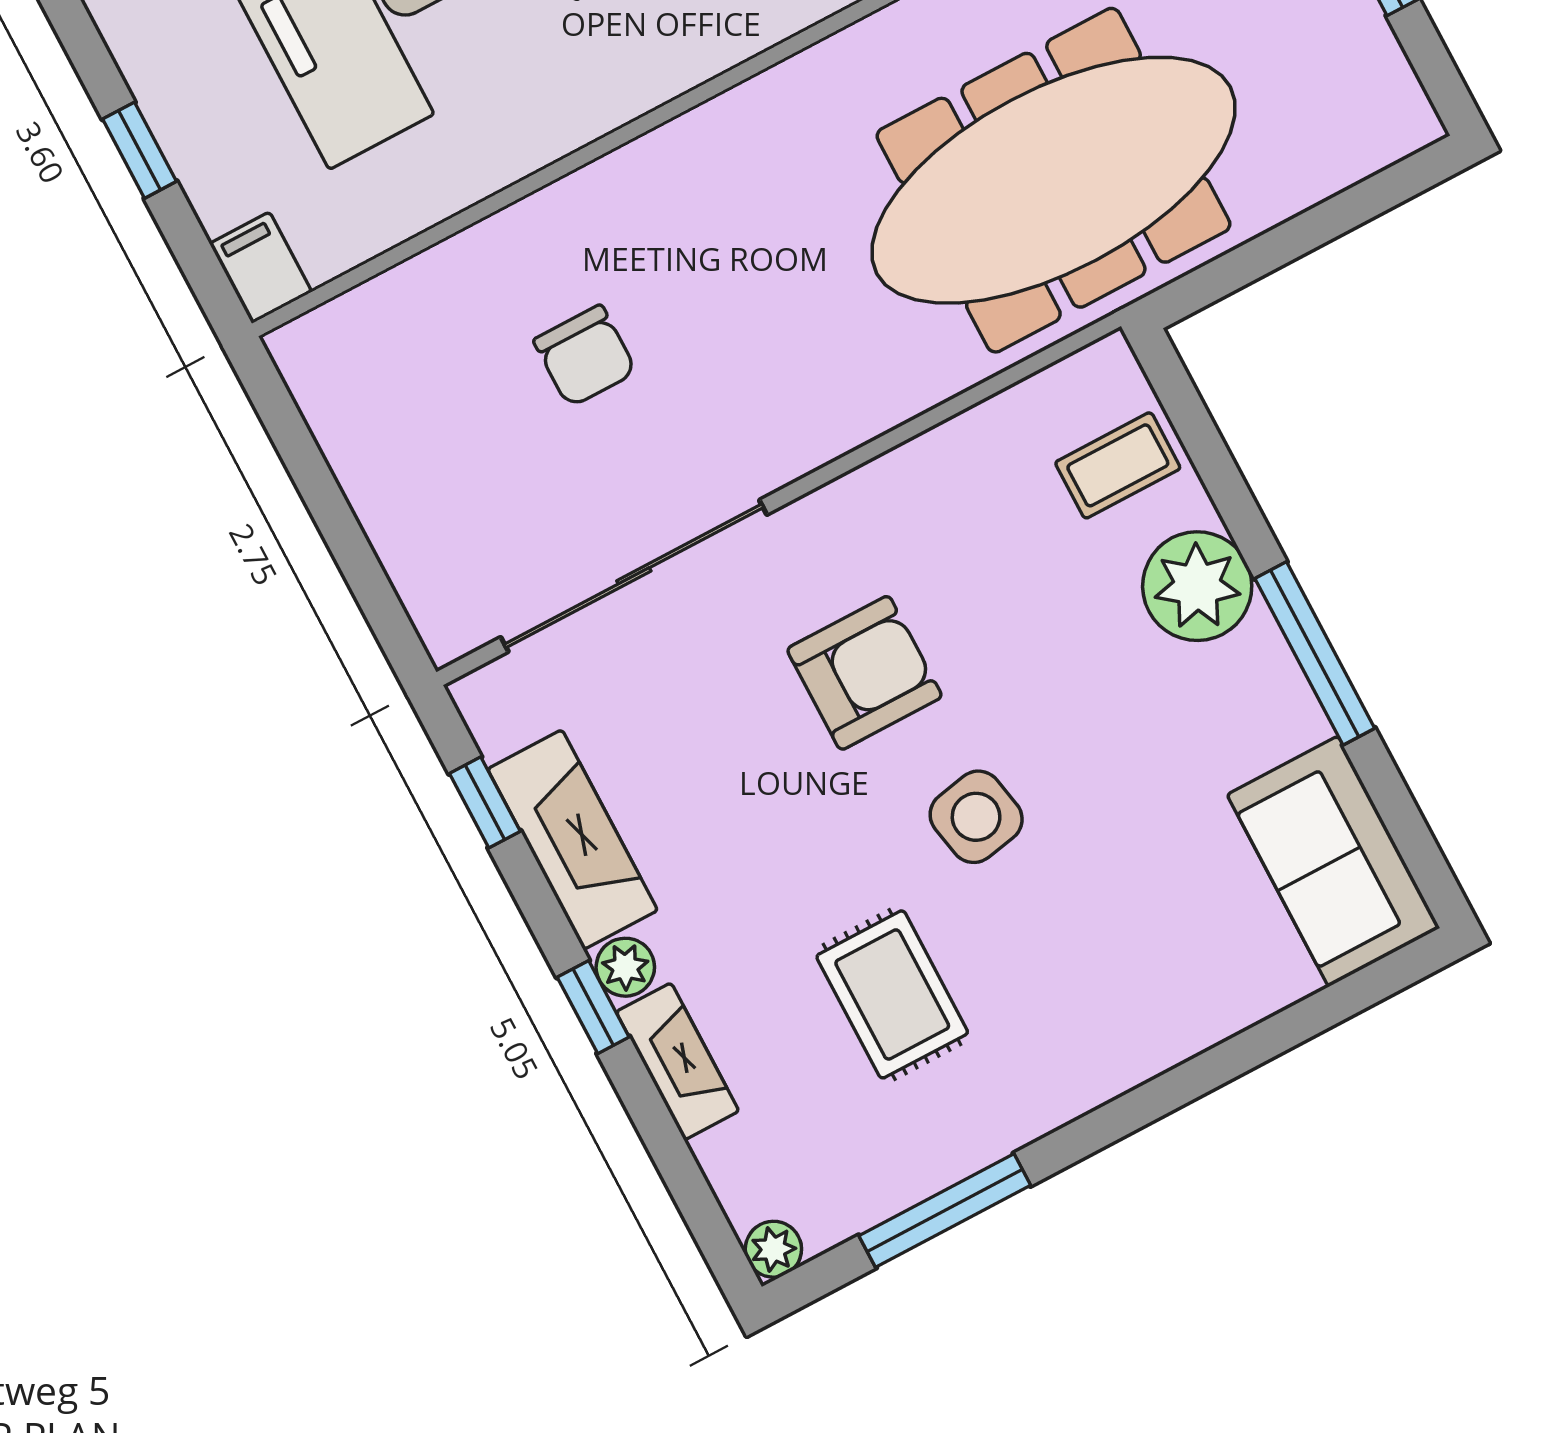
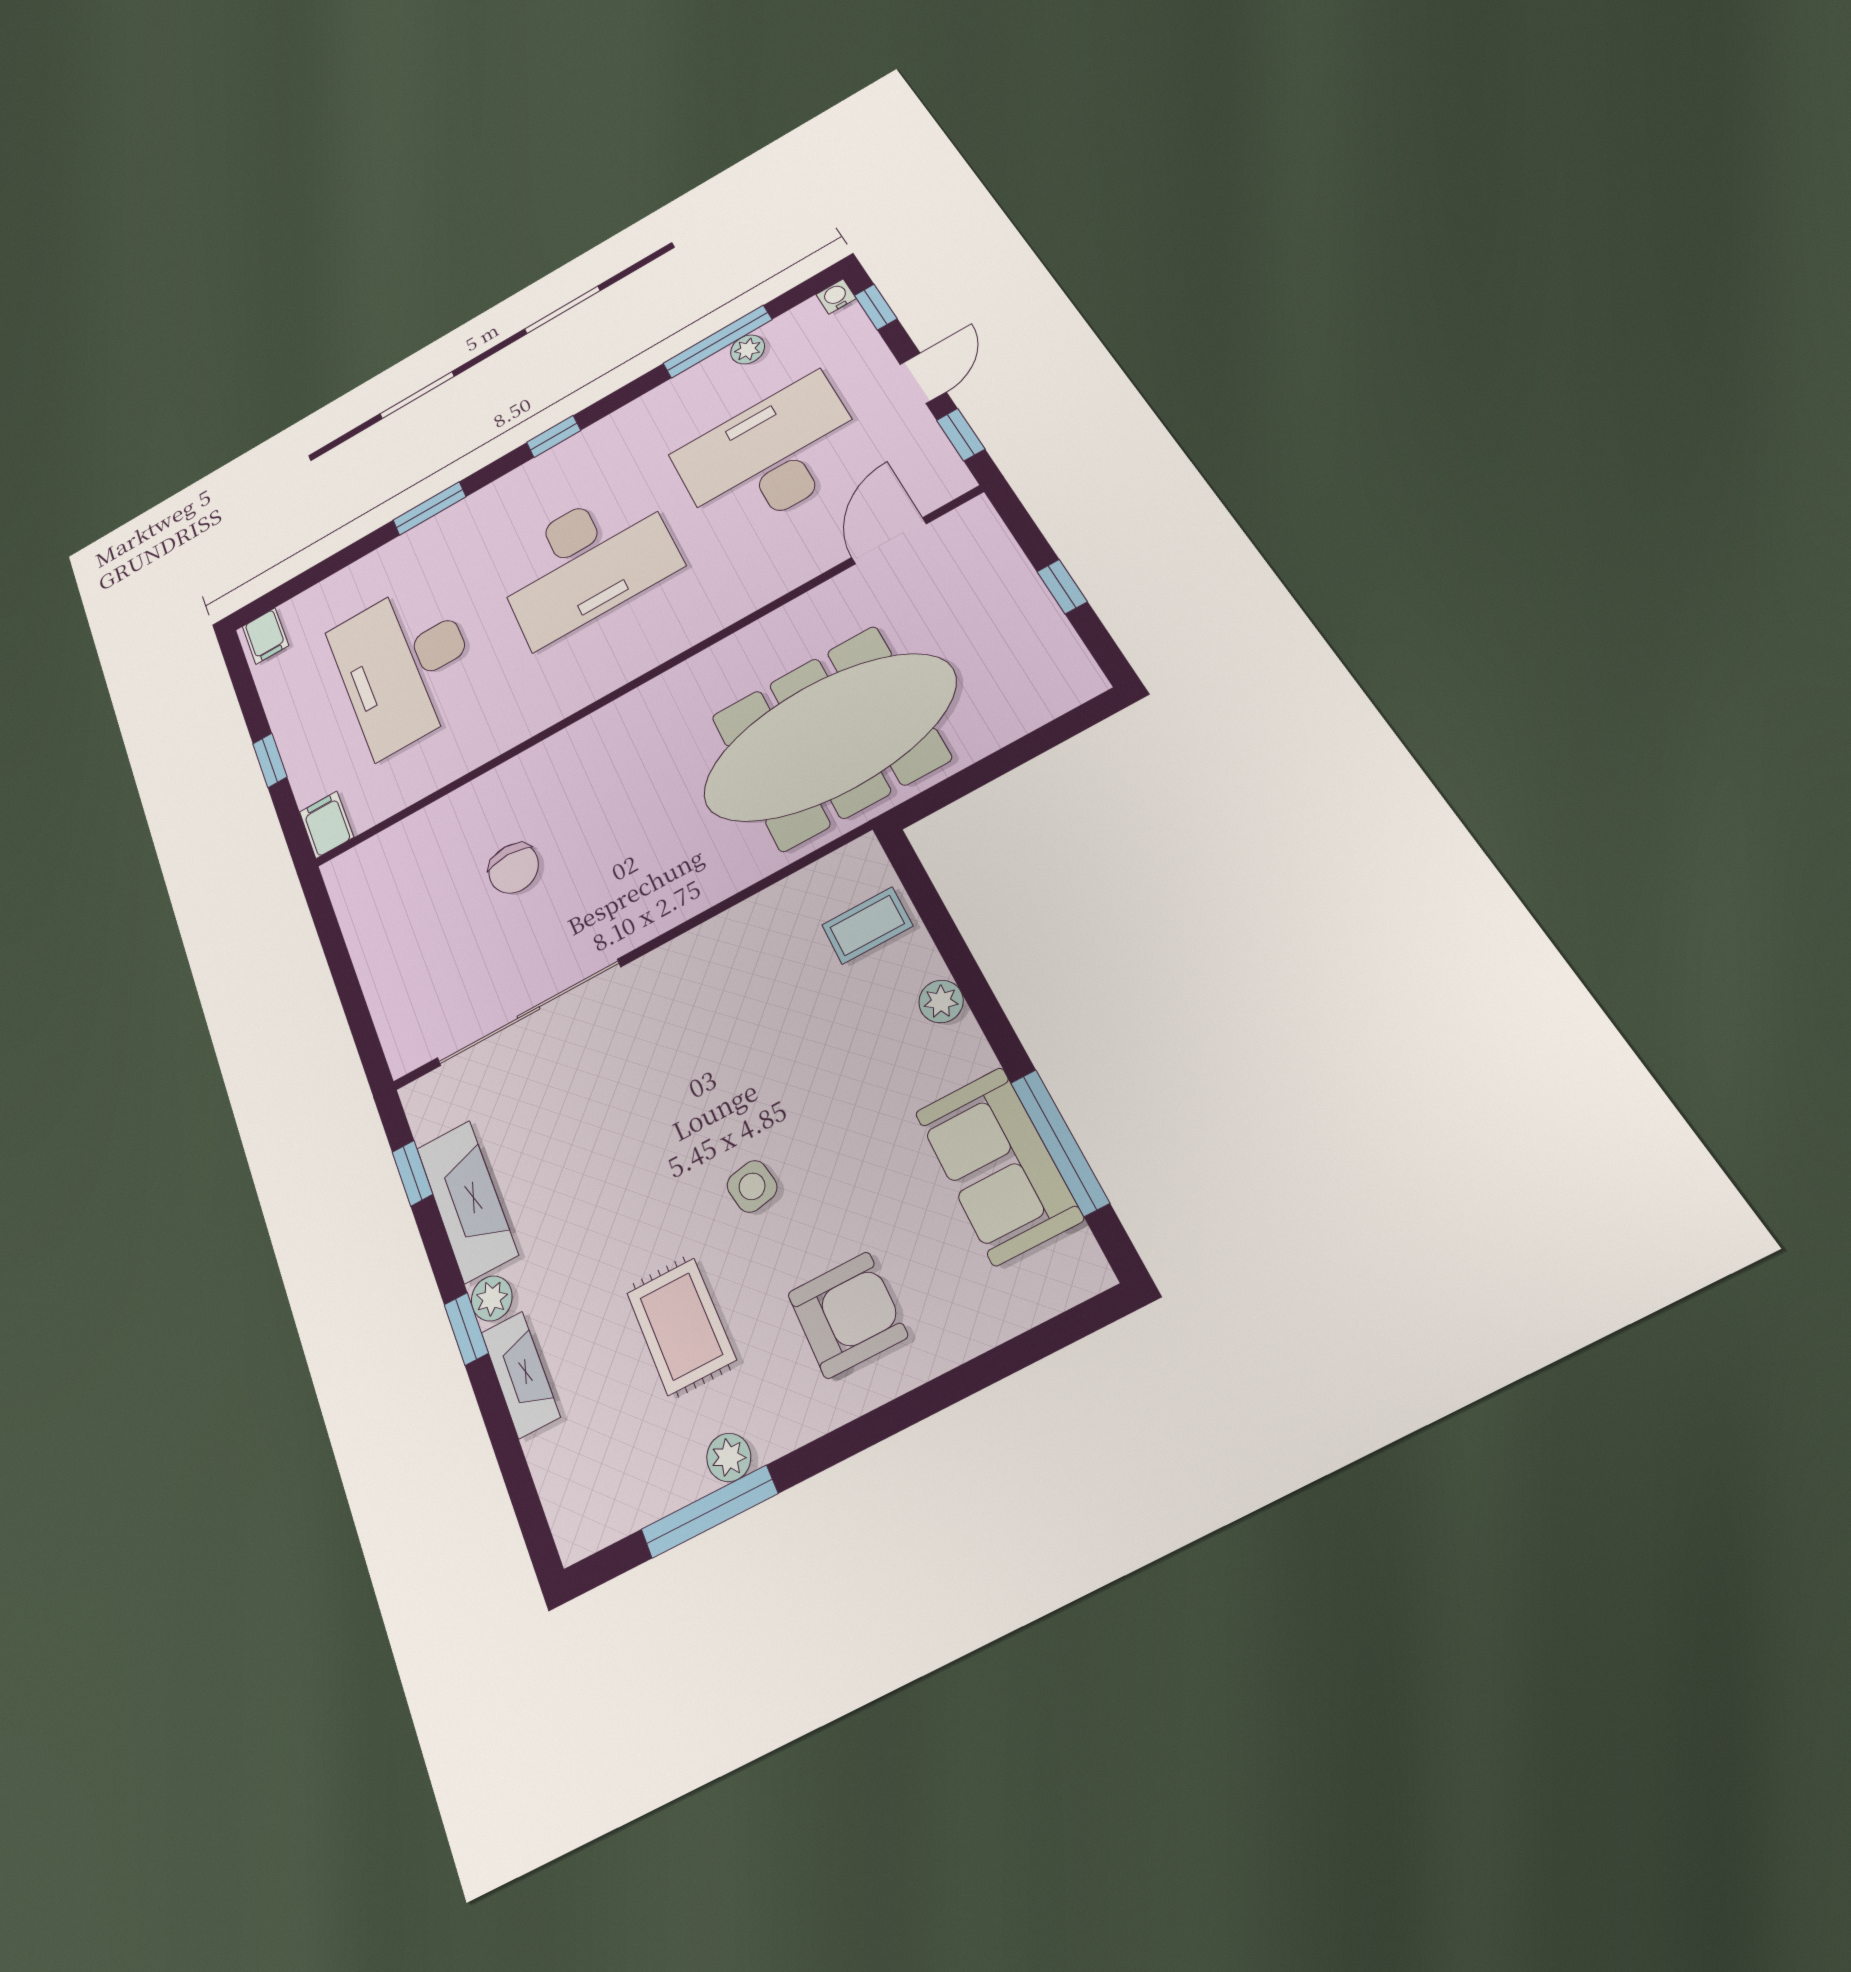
plant: (1197, 586) -> (941, 1001), width x0.53, depth x0.53
window: (1315, 653) -> (1059, 1142), moved
armchair: (864, 673) -> (847, 1315), moved
side table: (976, 817) -> (752, 1186), width x0.73, depth x0.73
sofa: (1333, 861) -> (998, 1165), moved
plant: (773, 1249) -> (729, 1457), moved

